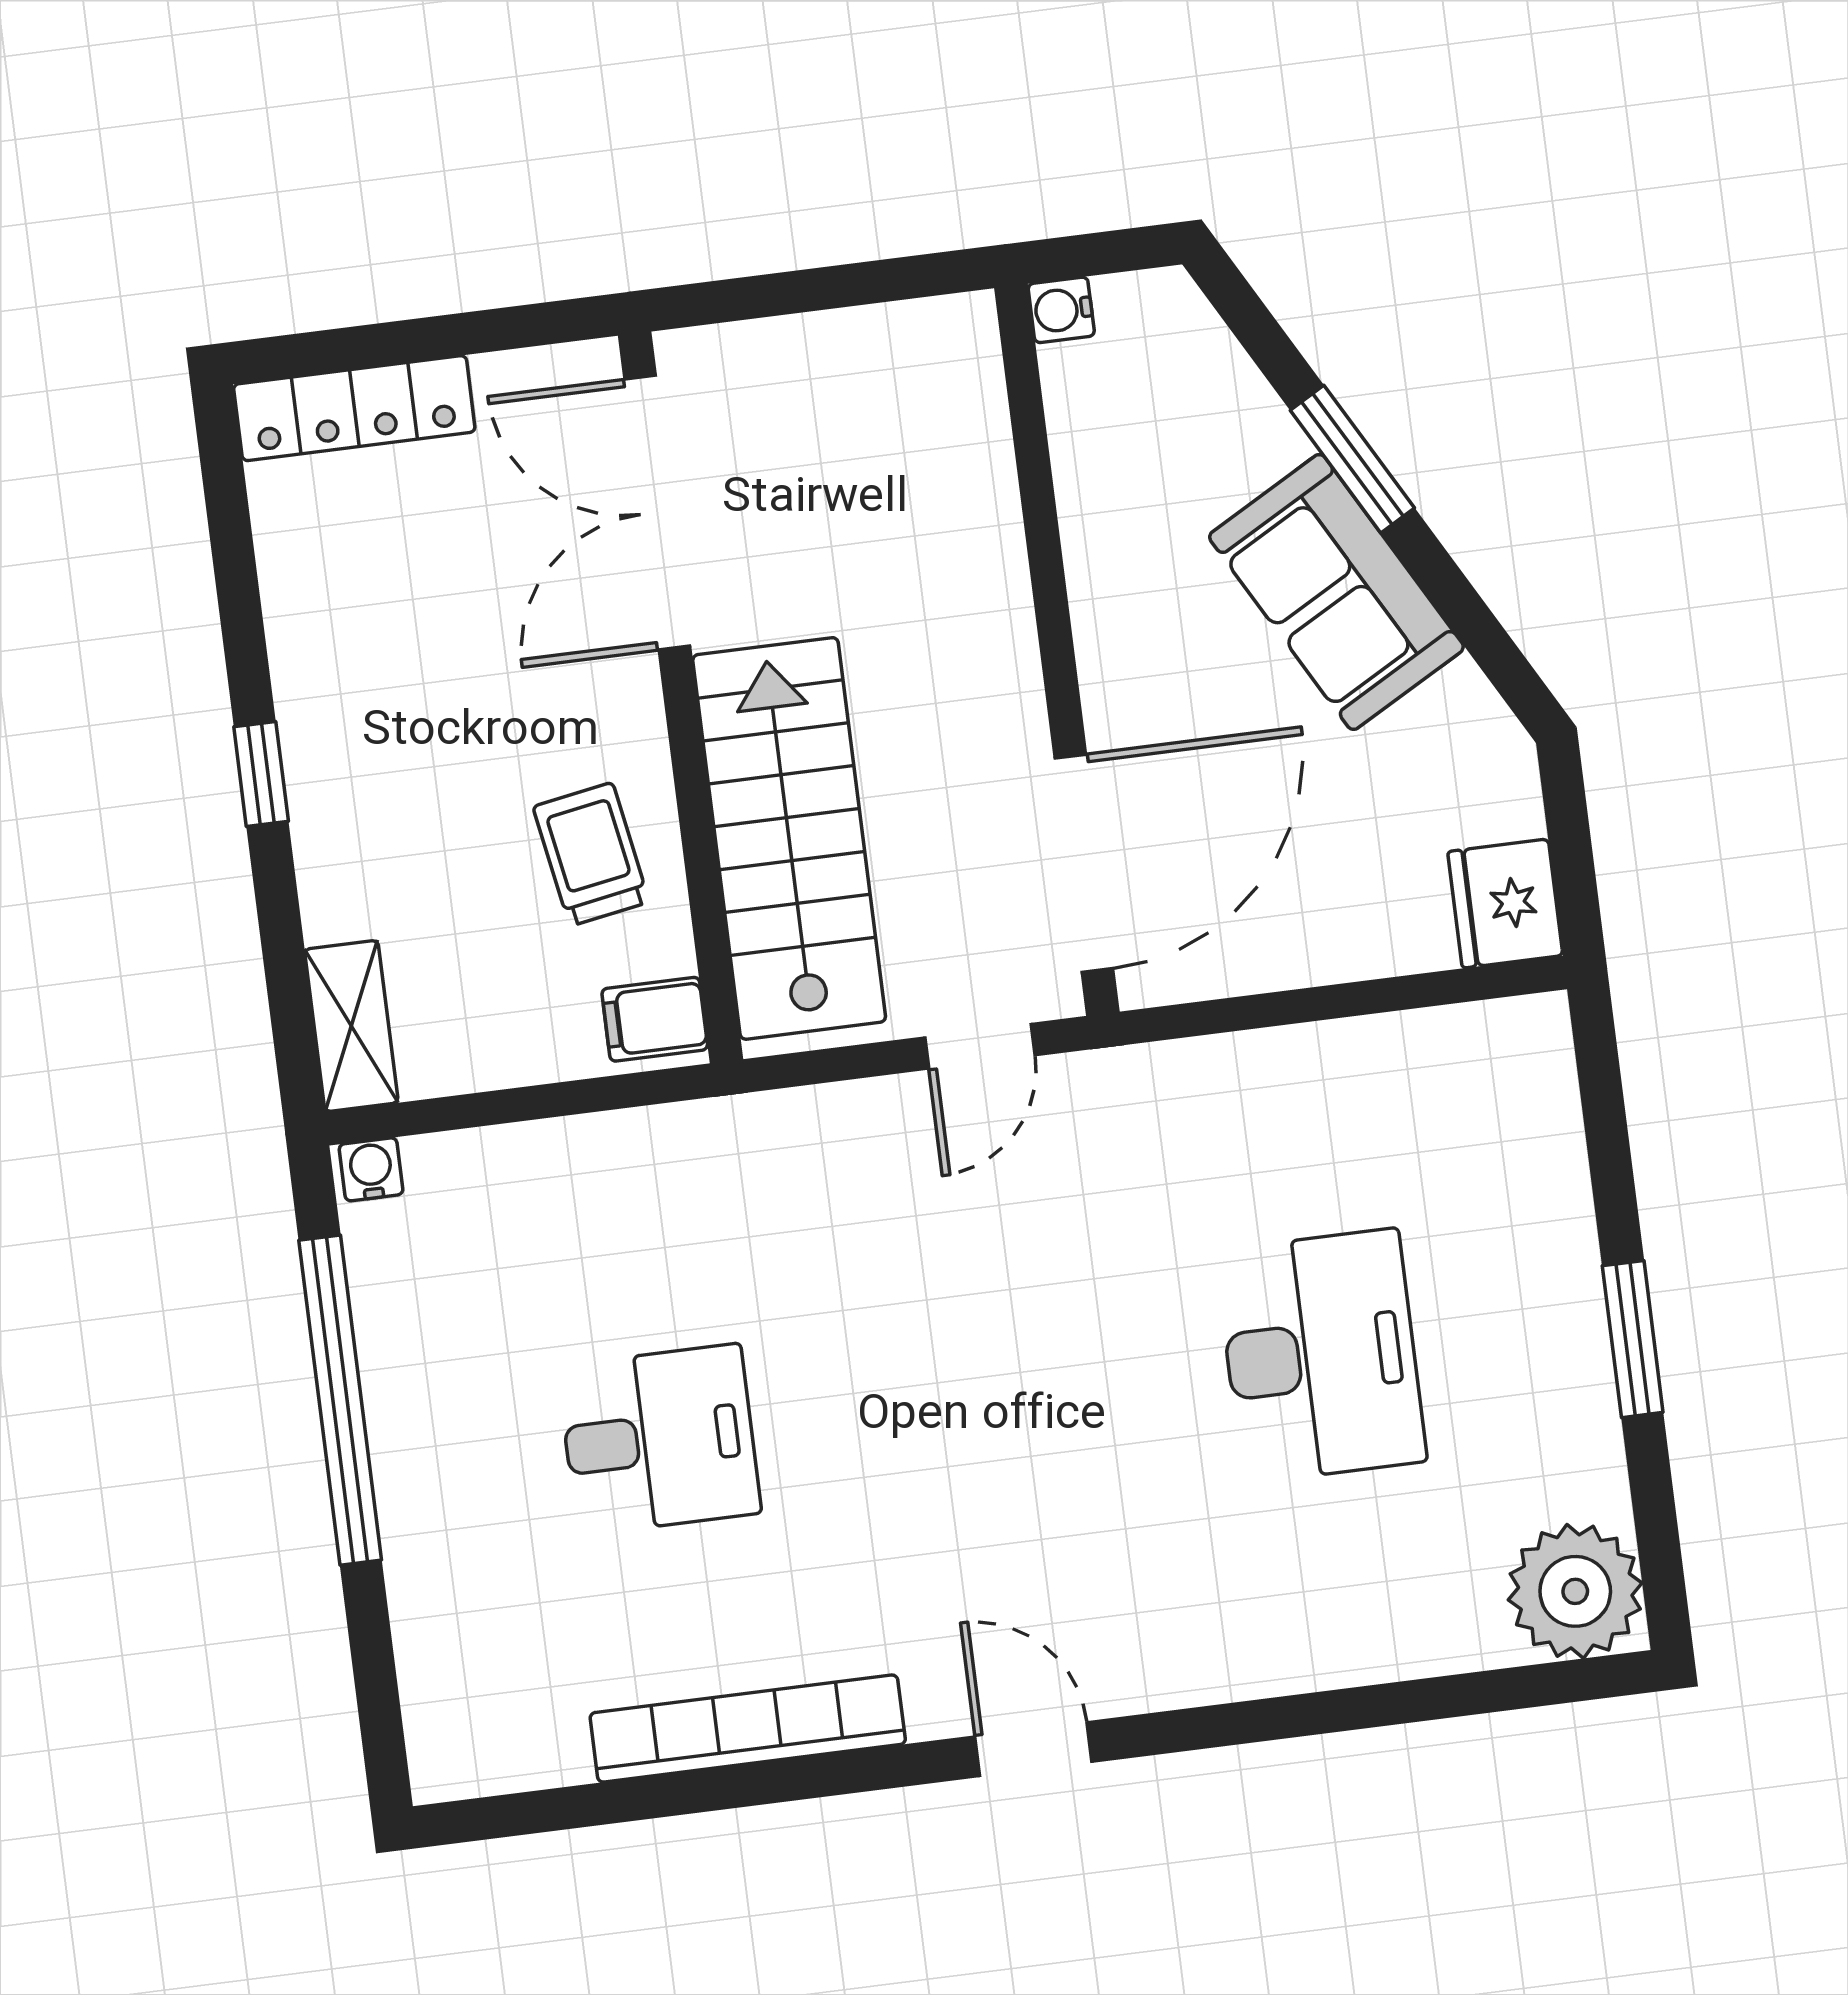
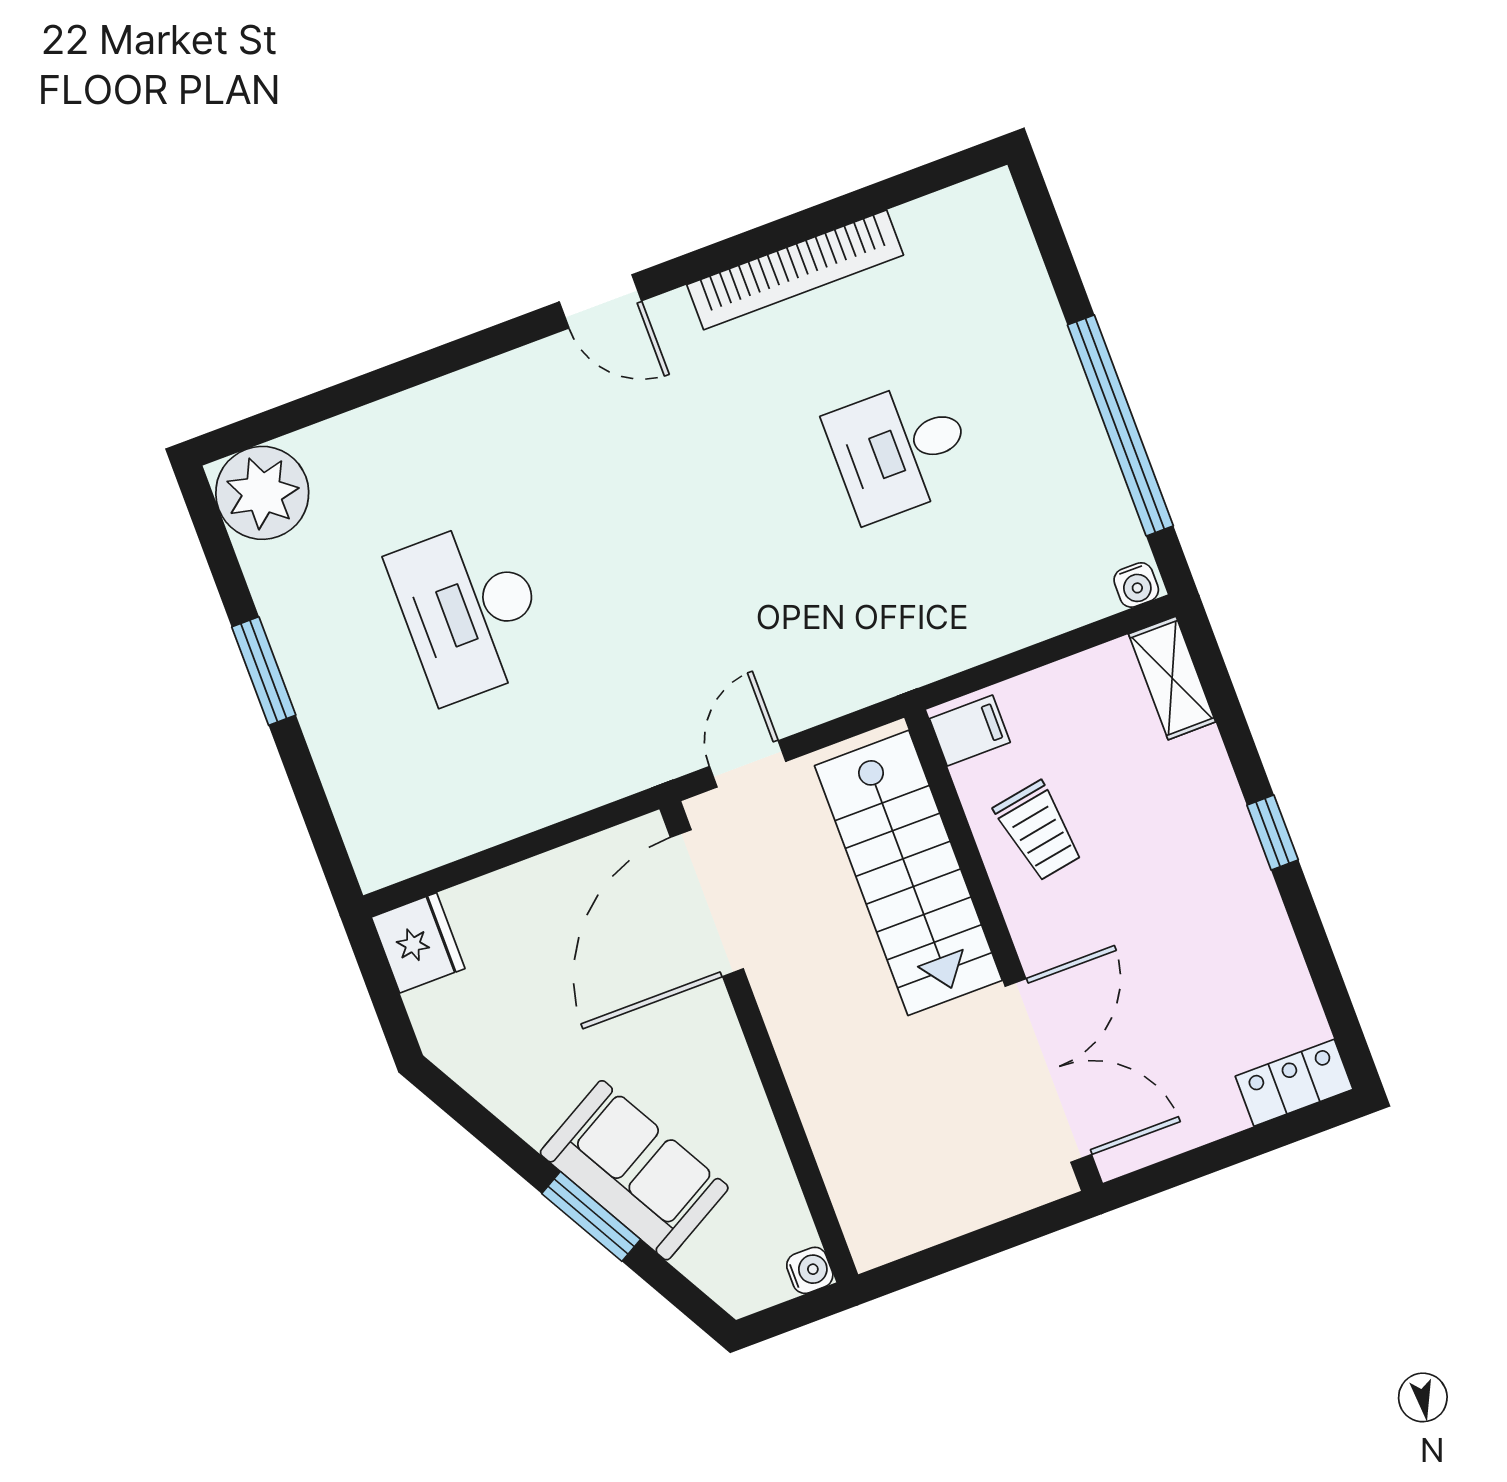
locker: (354, 408) -> (1294, 1083), width x0.66
sofa: (1336, 592) -> (634, 1170), moved

